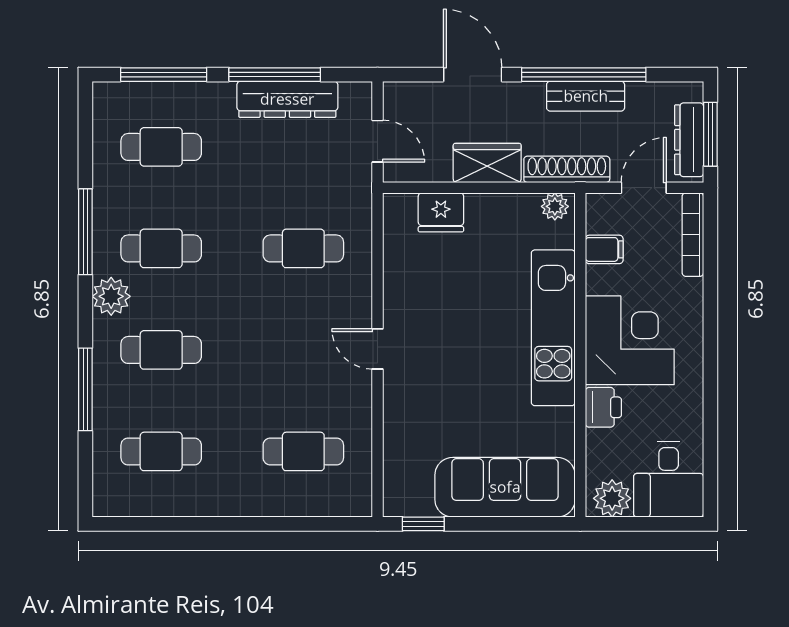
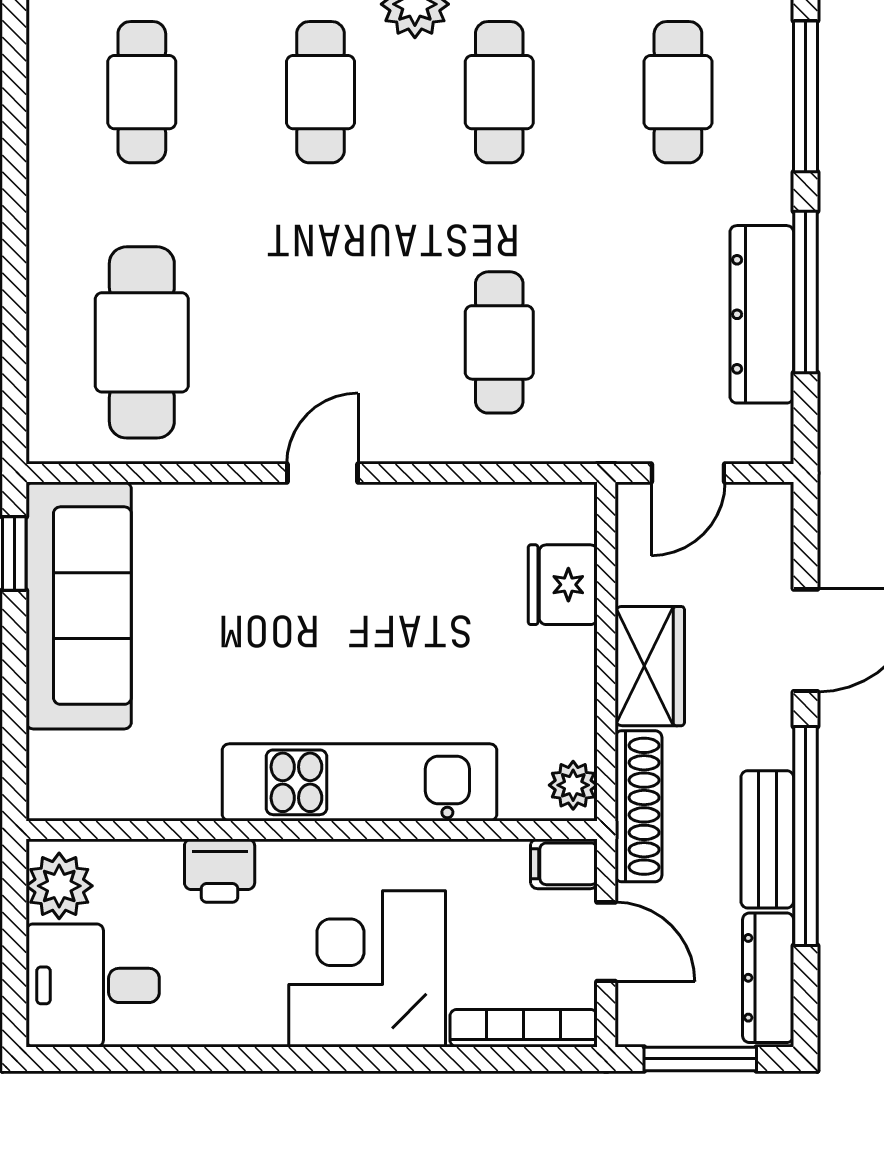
dresser: (689, 140) -> (768, 978), moved, turned -90
filing cabinet: (604, 249) -> (564, 864), moved, turned 90
corner desk: (630, 340) -> (367, 969), moved, turned 180
cafe table: (303, 451) -> (142, 342), width x1.37, depth x1.35
sofa: (505, 487) -> (79, 606), moved

